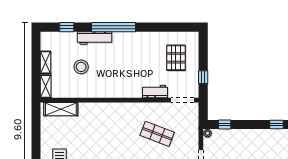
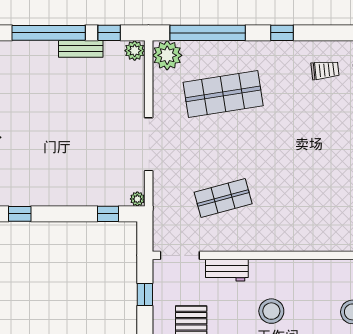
stool: (129, 67) -> (271, 311), added
shop shelf: (157, 134) -> (223, 198), turned -36

